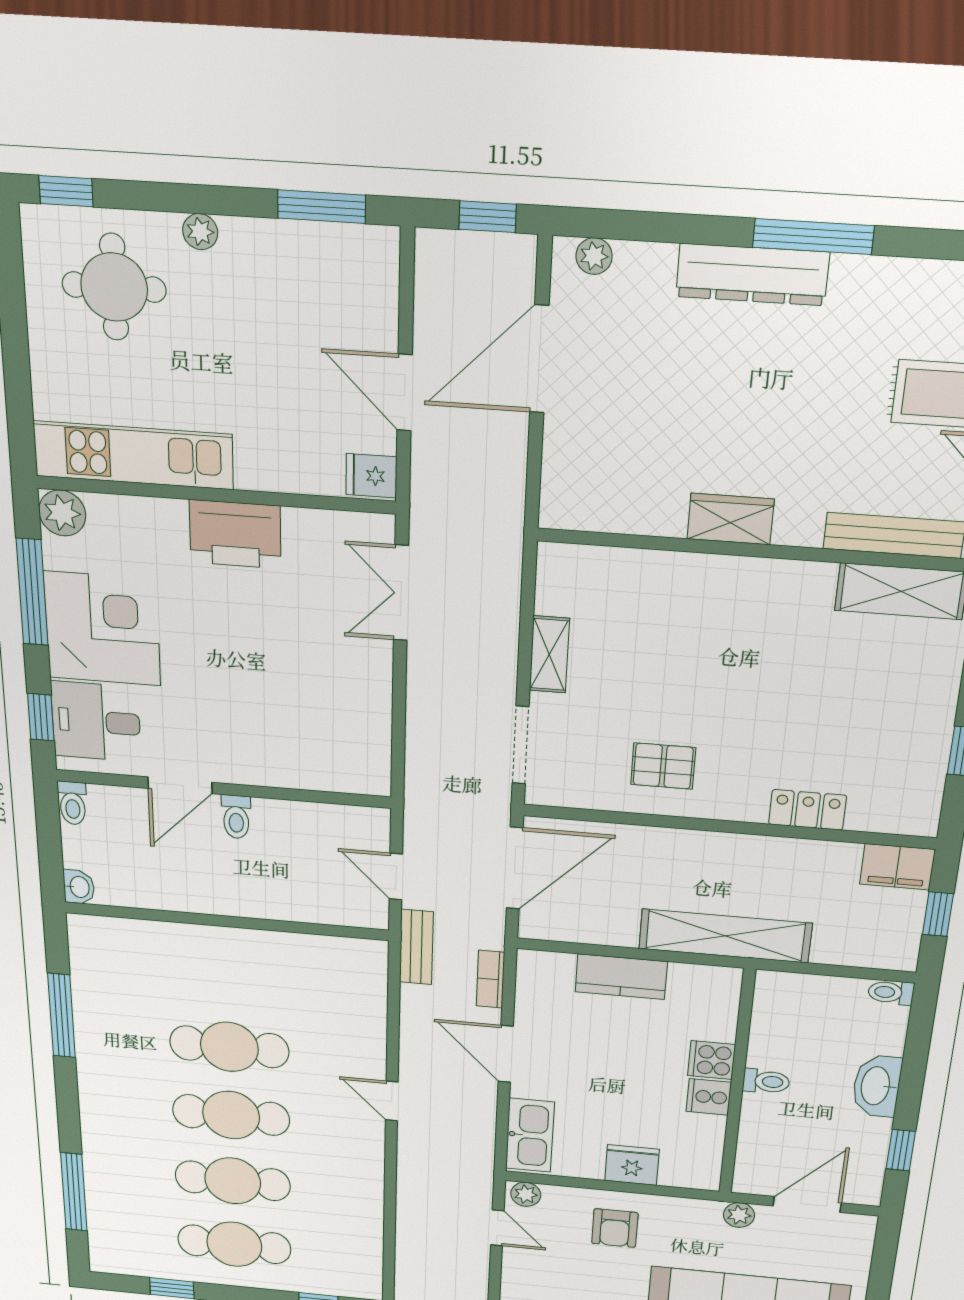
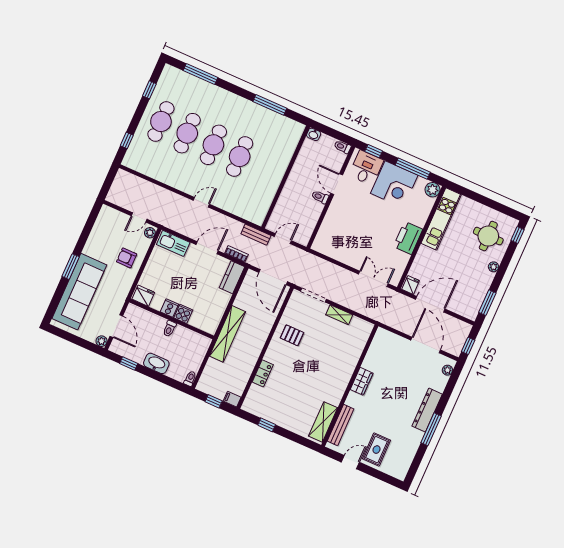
door: (405, 393) -> (430, 304), width x1.36
pallet: (663, 766) -> (292, 335), turned 90
filing cabinet: (897, 867) -> (232, 399), width x0.50
kitchen counter: (621, 977) -> (232, 277), moved
fridge: (632, 1165) -> (143, 296), moved, turned -90
plant: (739, 1215) -> (101, 341), moved

